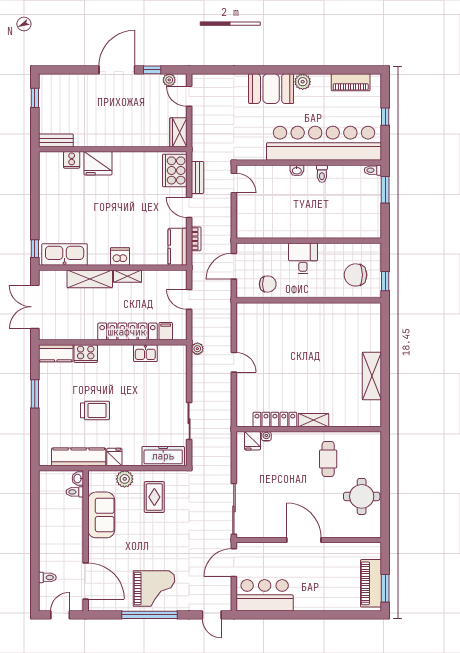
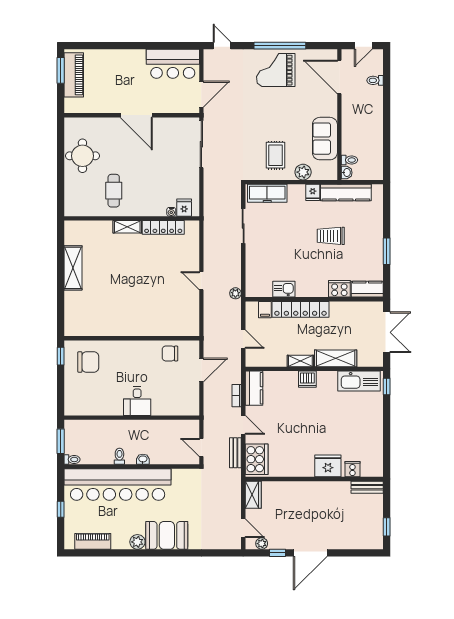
wall: (309, 241) -> (132, 418), moved
desk: (303, 258) -> (137, 401), moved

